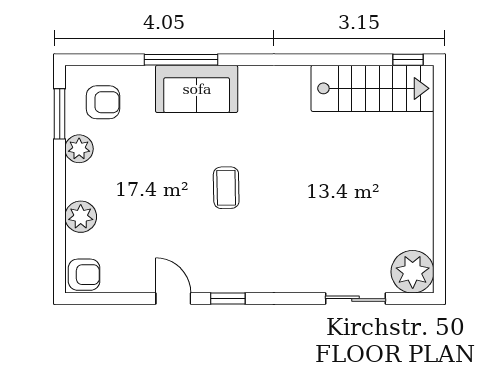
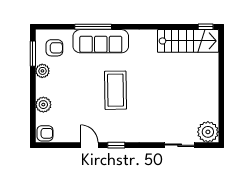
sofa: (197, 89) -> (101, 41), width x1.36
coffee table: (226, 188) -> (115, 90), width x1.86, depth x1.72

